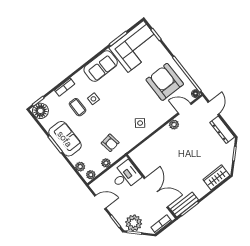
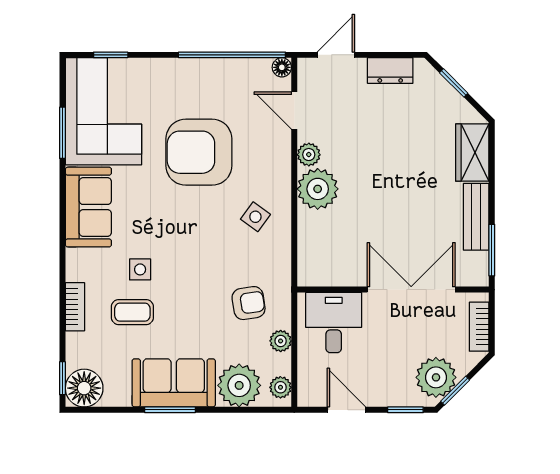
armchair: (165, 82) -> (199, 152), moved
door: (213, 108) -> (336, 55), hinge flipped
door: (185, 109) -> (294, 111), hinge flipped
dresser: (222, 130) -> (390, 71), width x0.70
plant: (165, 136) -> (318, 189), added
plant: (80, 167) -> (239, 385), width x1.88, depth x1.88
door: (100, 202) -> (346, 410), hinge flipped
bench: (184, 204) -> (476, 217), moved

